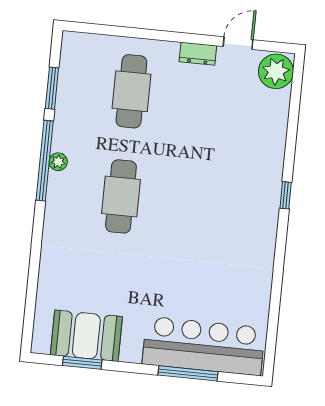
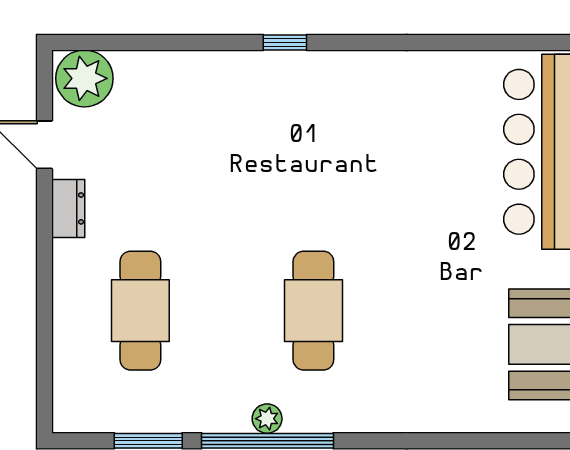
cafe table: (131, 91) -> (140, 311), turned 90
cafe table: (121, 196) -> (313, 311), turned 90

